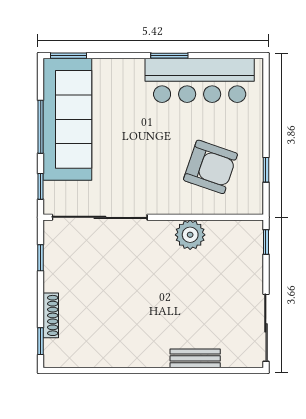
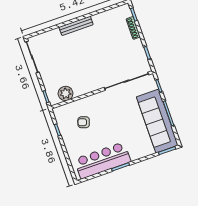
armchair: (210, 167) -> (84, 122), width x0.53, depth x0.53
plant: (190, 235) -> (66, 93), moved
bench: (195, 358) -> (76, 26), moved, width x1.36

